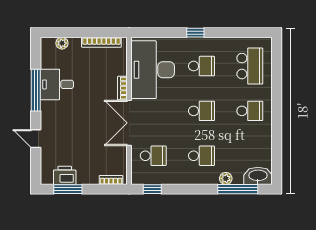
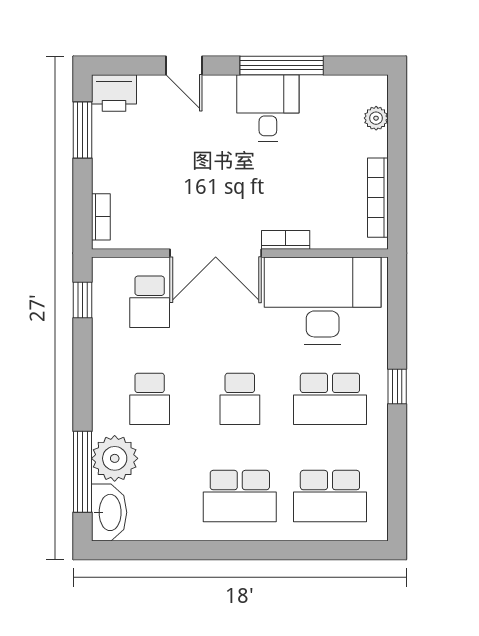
school desk: (202, 66) -> (330, 399), width x1.85
desk: (57, 84) -> (268, 108), moved
school desk: (250, 111) -> (240, 496), width x1.85
double door: (129, 123) -> (216, 253), swing flipped
door: (36, 139) -> (184, 65), swing flipped
printer: (65, 175) -> (114, 93), moved, turned 90
plant: (226, 178) -> (115, 458), width x1.88, depth x1.88

